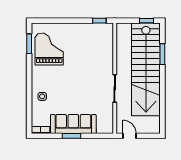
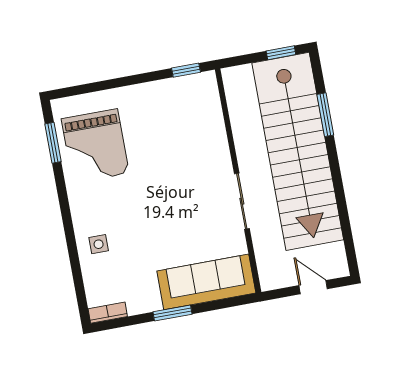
grand piano: (49, 49) -> (95, 146), turned 180
sofa: (73, 124) -> (206, 282), moved
door: (130, 136) -> (313, 287), moved

